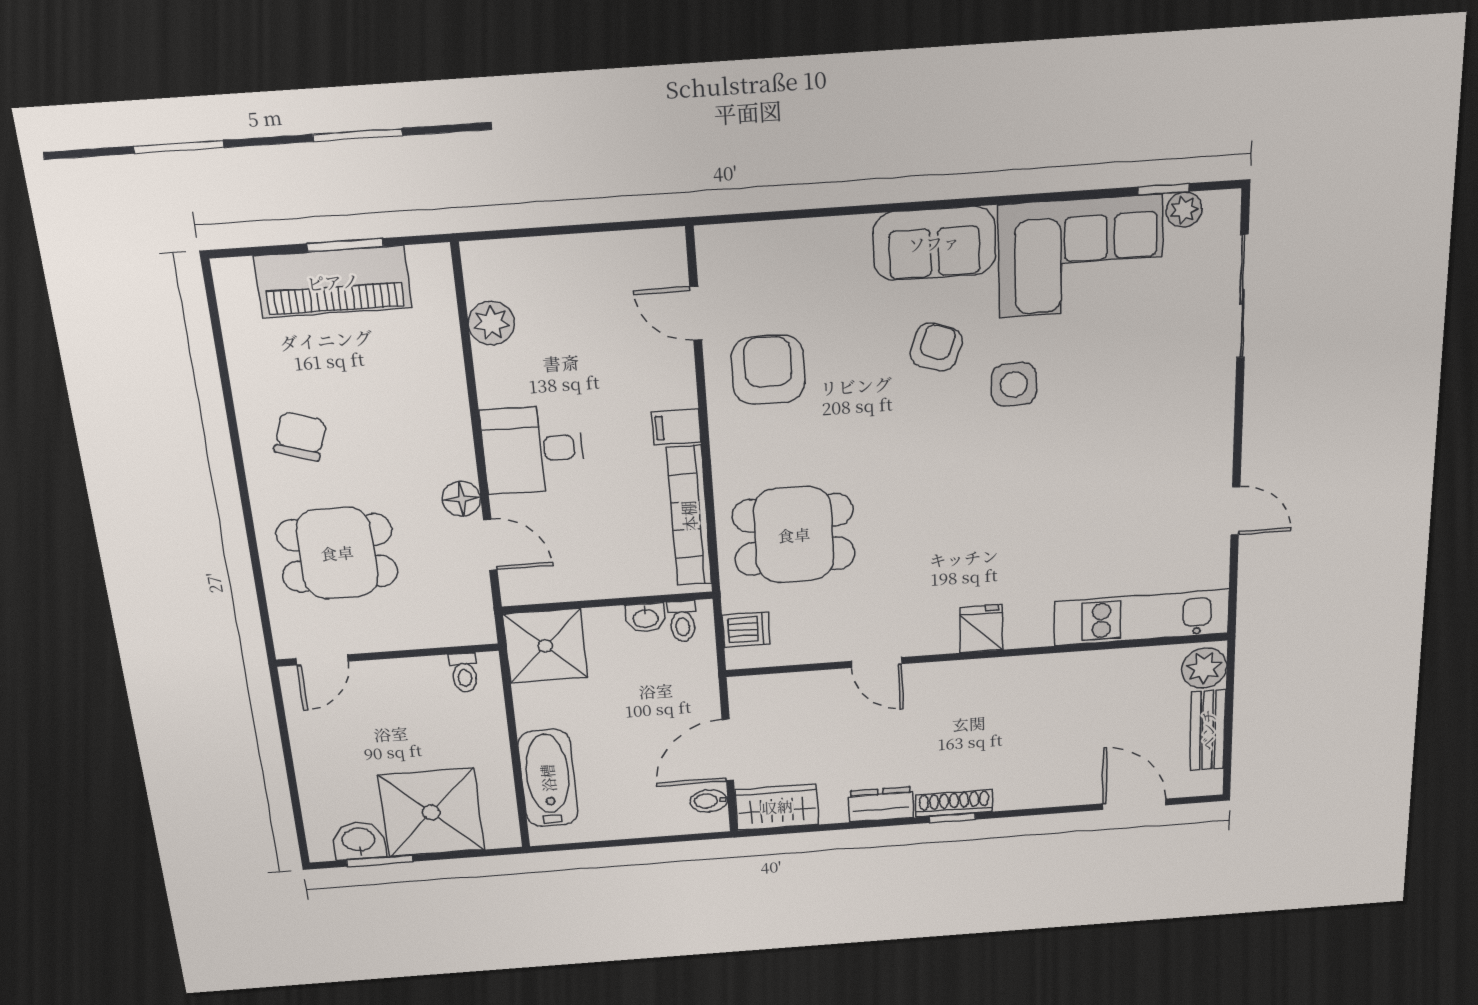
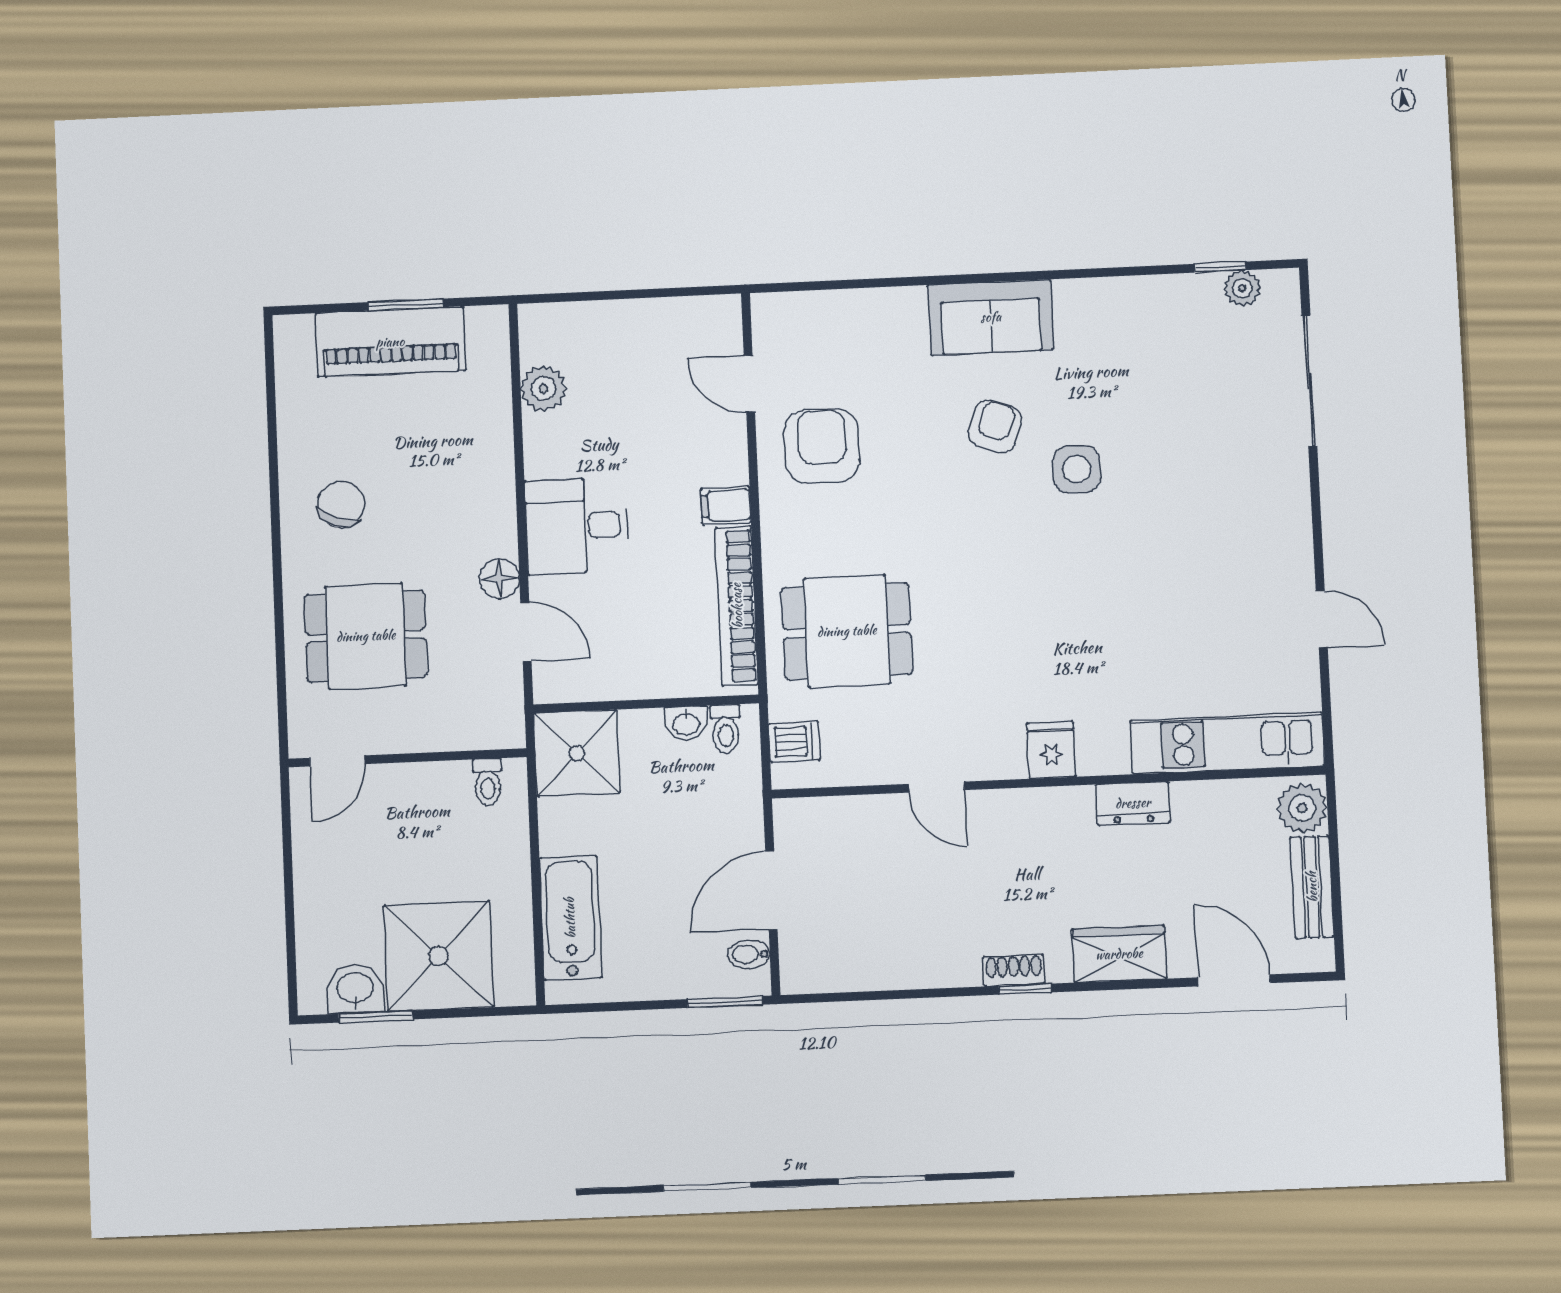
corner sofa: (1081, 256) -> (1140, 334), removed
shoe rack: (954, 803) -> (1014, 970), width x0.70
dresser: (881, 804) -> (1133, 803), moved, turned 180
wardrobe: (777, 807) -> (1119, 954), moved
window: (689, 838) -> (725, 1002), added

